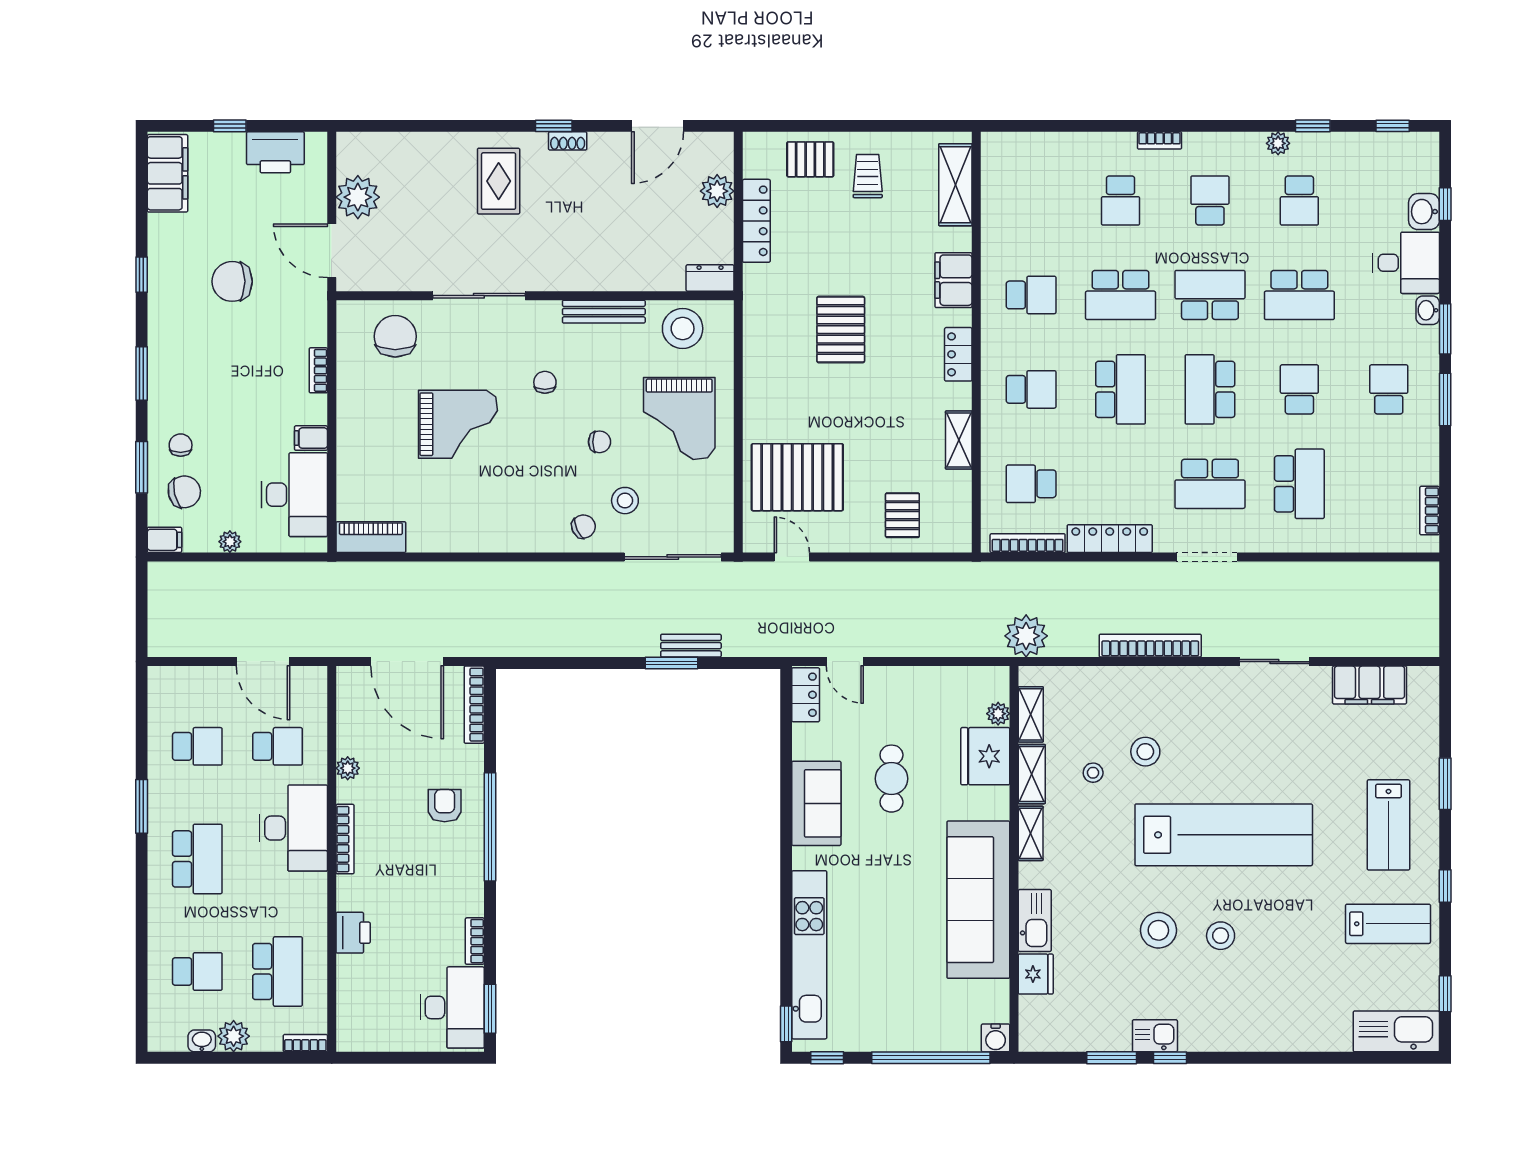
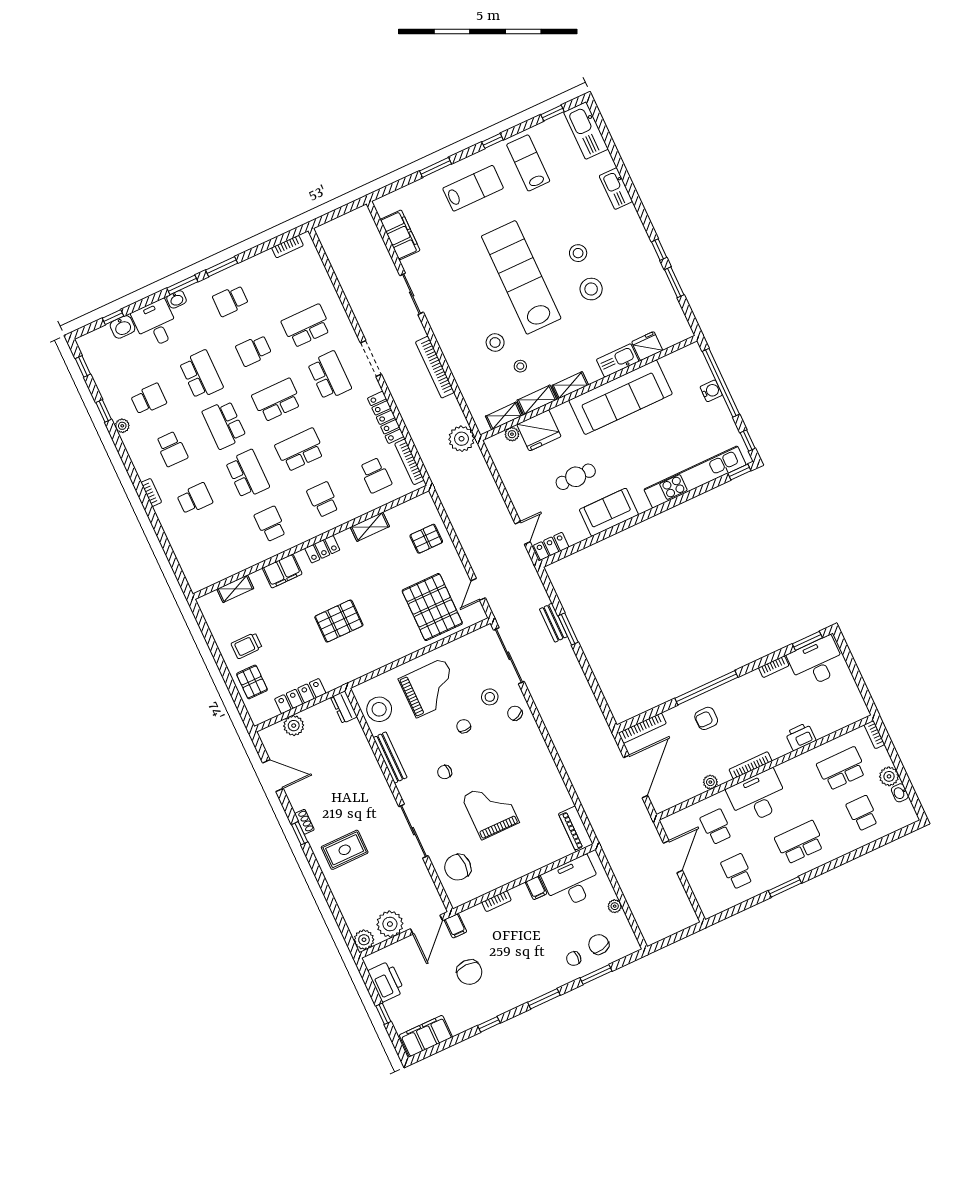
plant: (352, 148) -> (364, 940), added
shelving: (955, 185) -> (235, 589), width x0.67, depth x0.75
school desk: (1210, 200) -> (172, 449), turned -90
school desk: (1210, 389) -> (277, 400), turned 180
filing cabinet: (164, 540) -> (455, 926), moved, turned 180
kitchen sink: (1155, 1036) -> (616, 189), moved, width x1.38
water cooler: (996, 1038) -> (711, 391), moved

